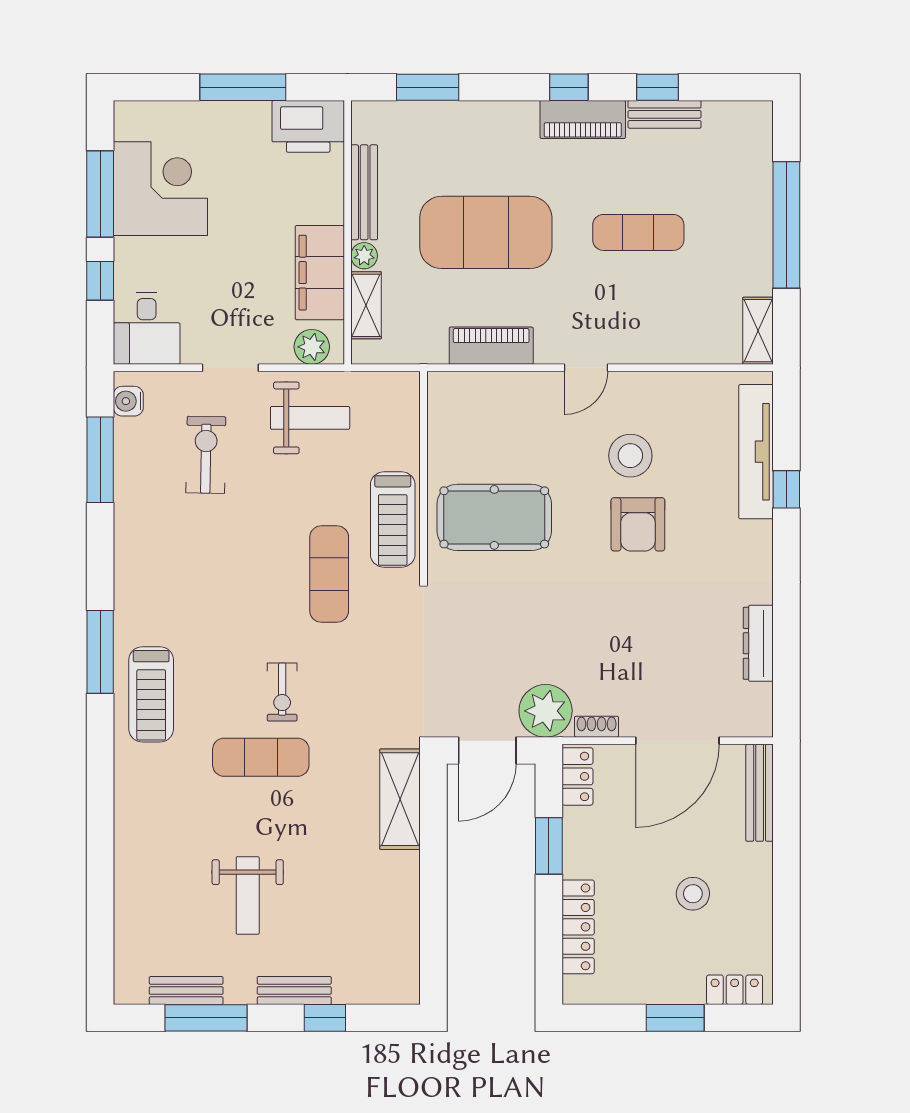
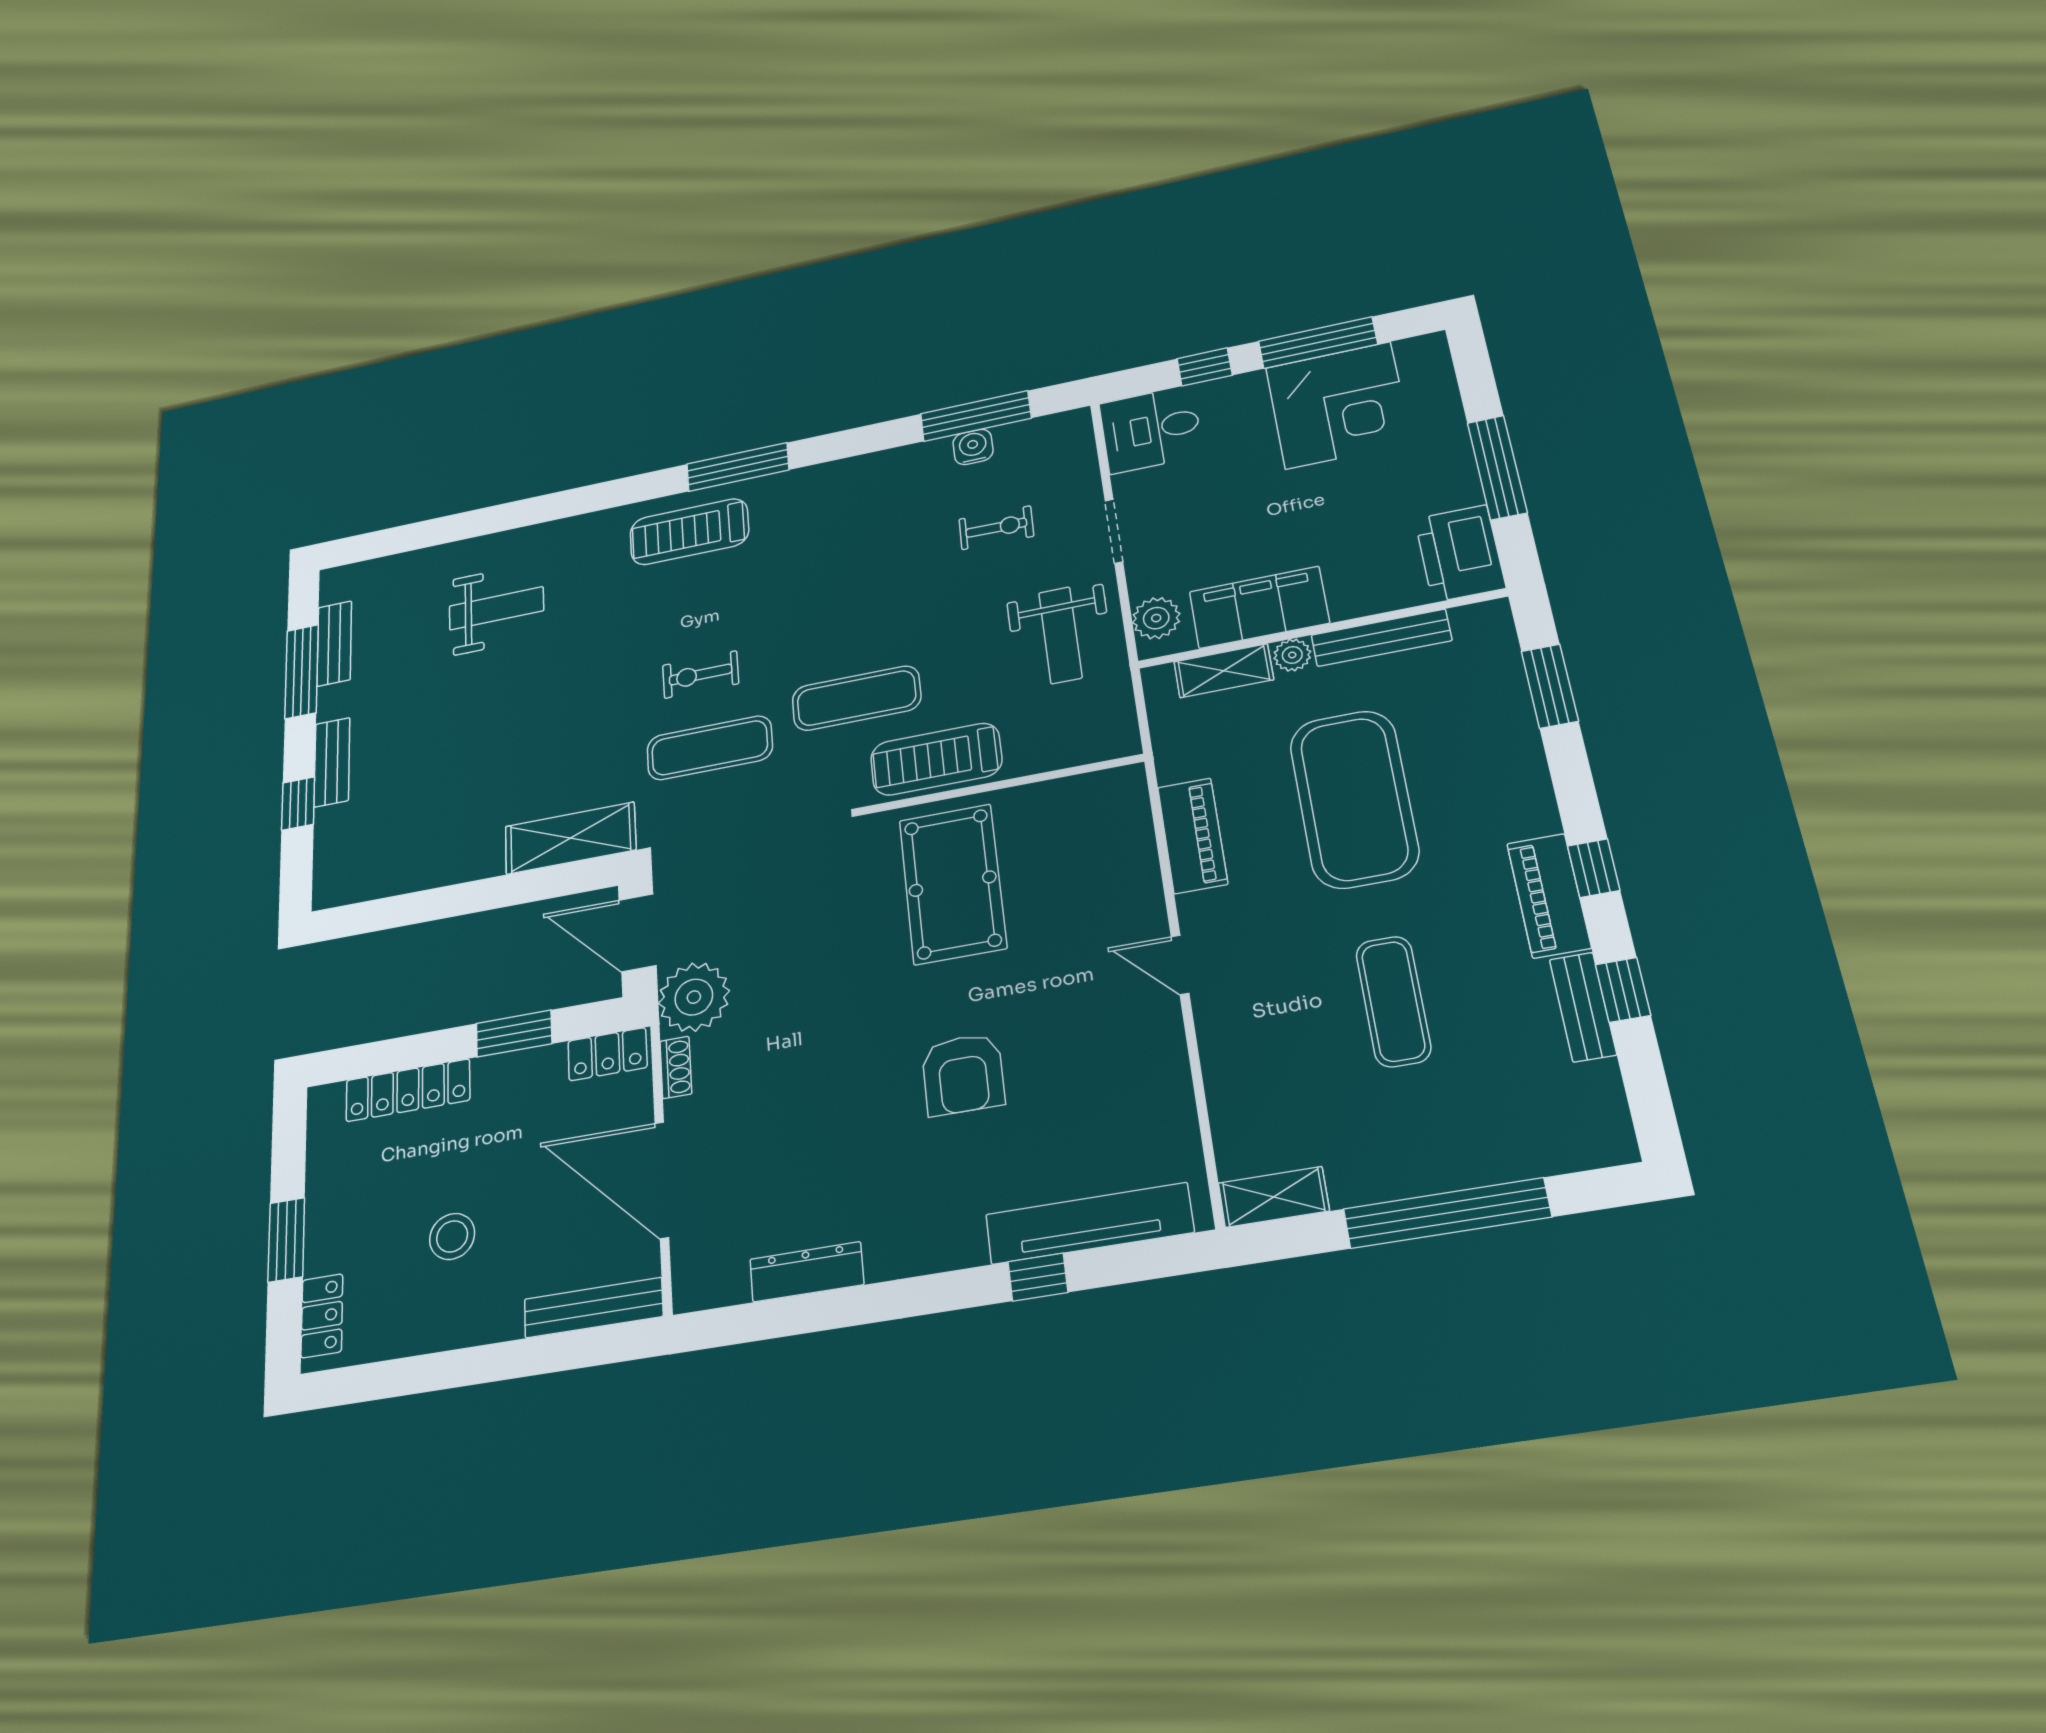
water cooler: (128, 401) -> (973, 447), moved
exercise bike: (206, 455) -> (996, 528), width x0.73, depth x0.72
stool: (630, 456) -> (1061, 1047), removed
armchair: (638, 524) -> (963, 1074), turned -90
exercise mat: (261, 757) -> (710, 748), moved, turned 90
weight bench: (248, 896) -> (496, 608), moved, turned 180

